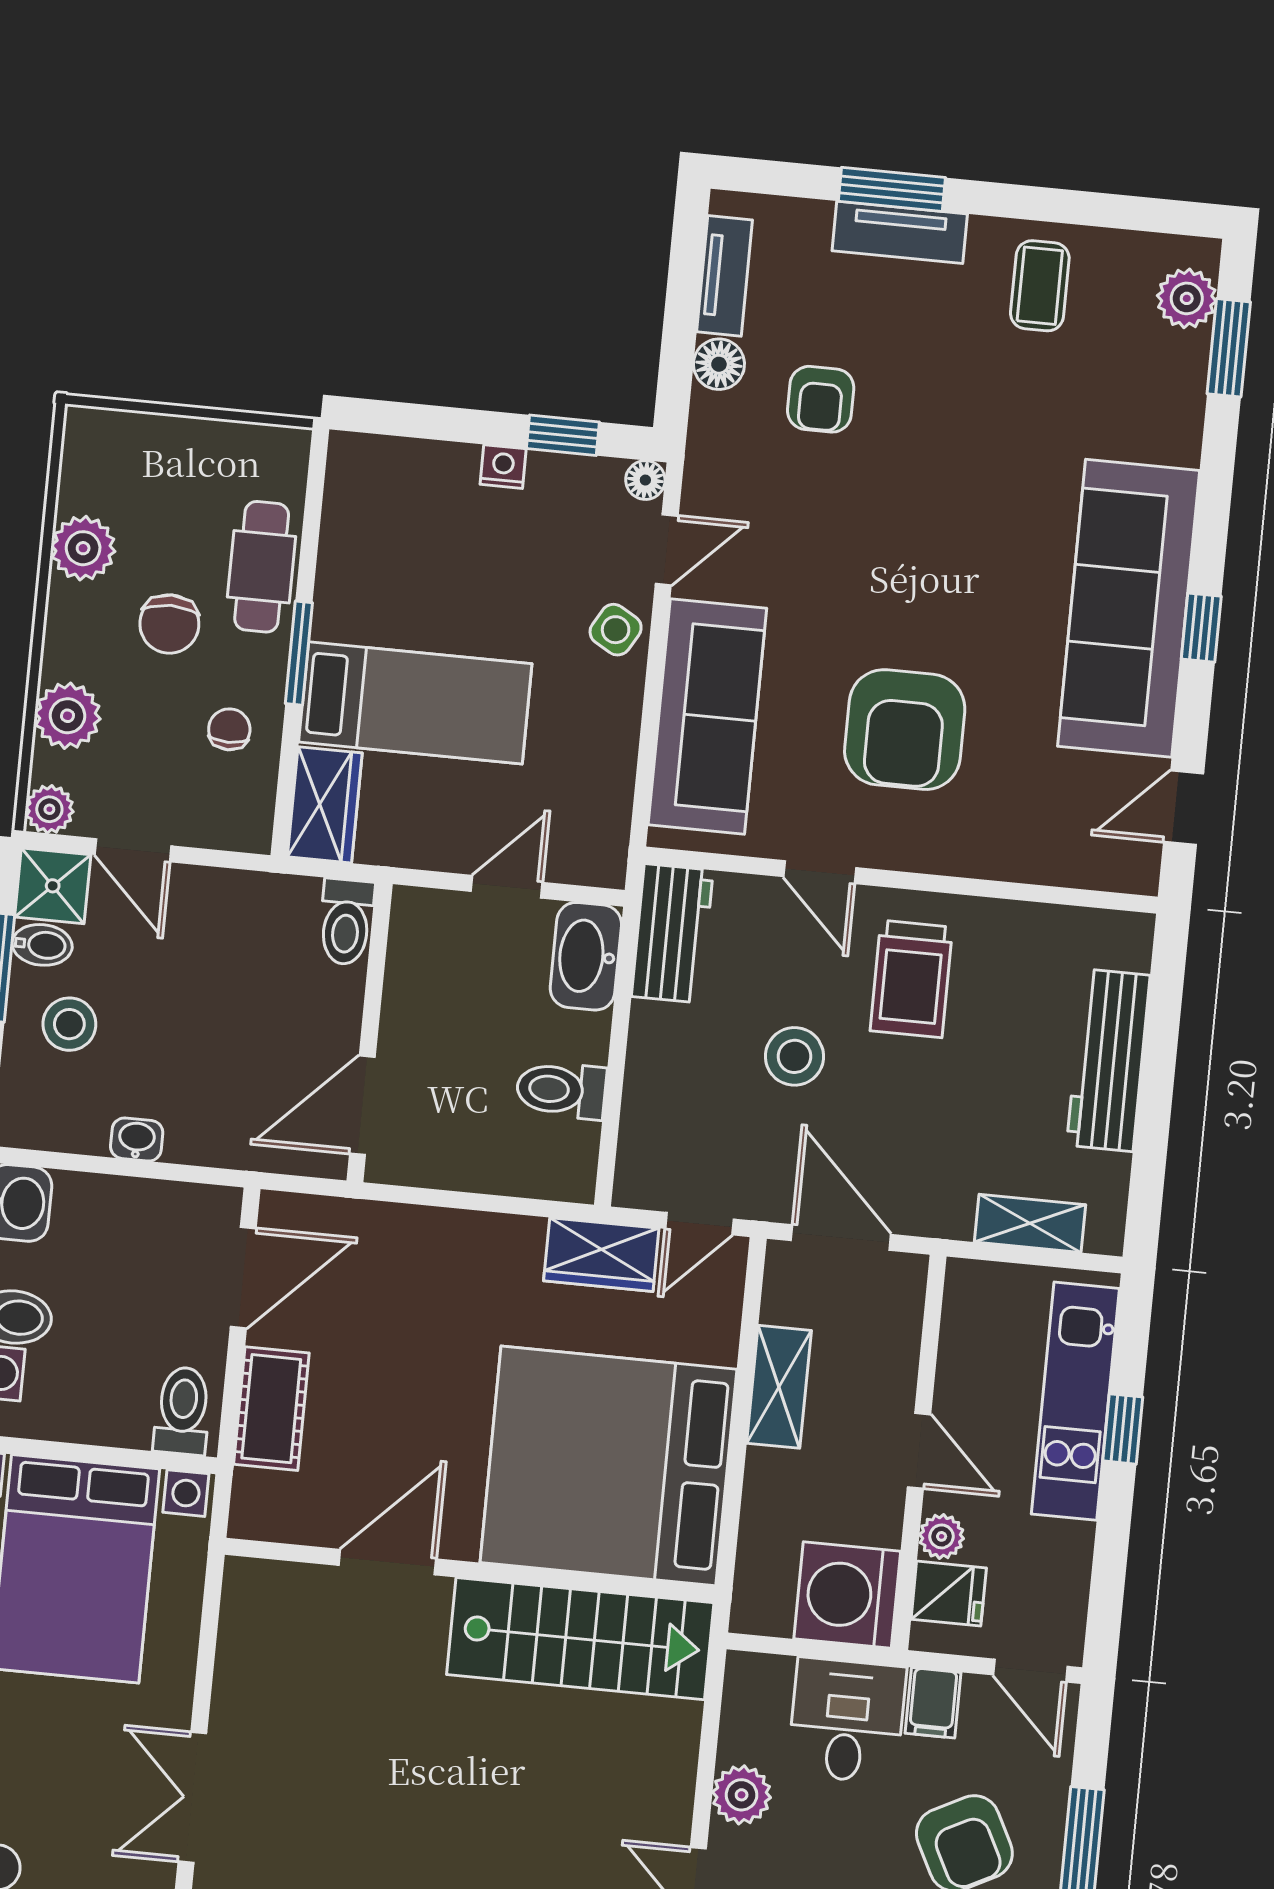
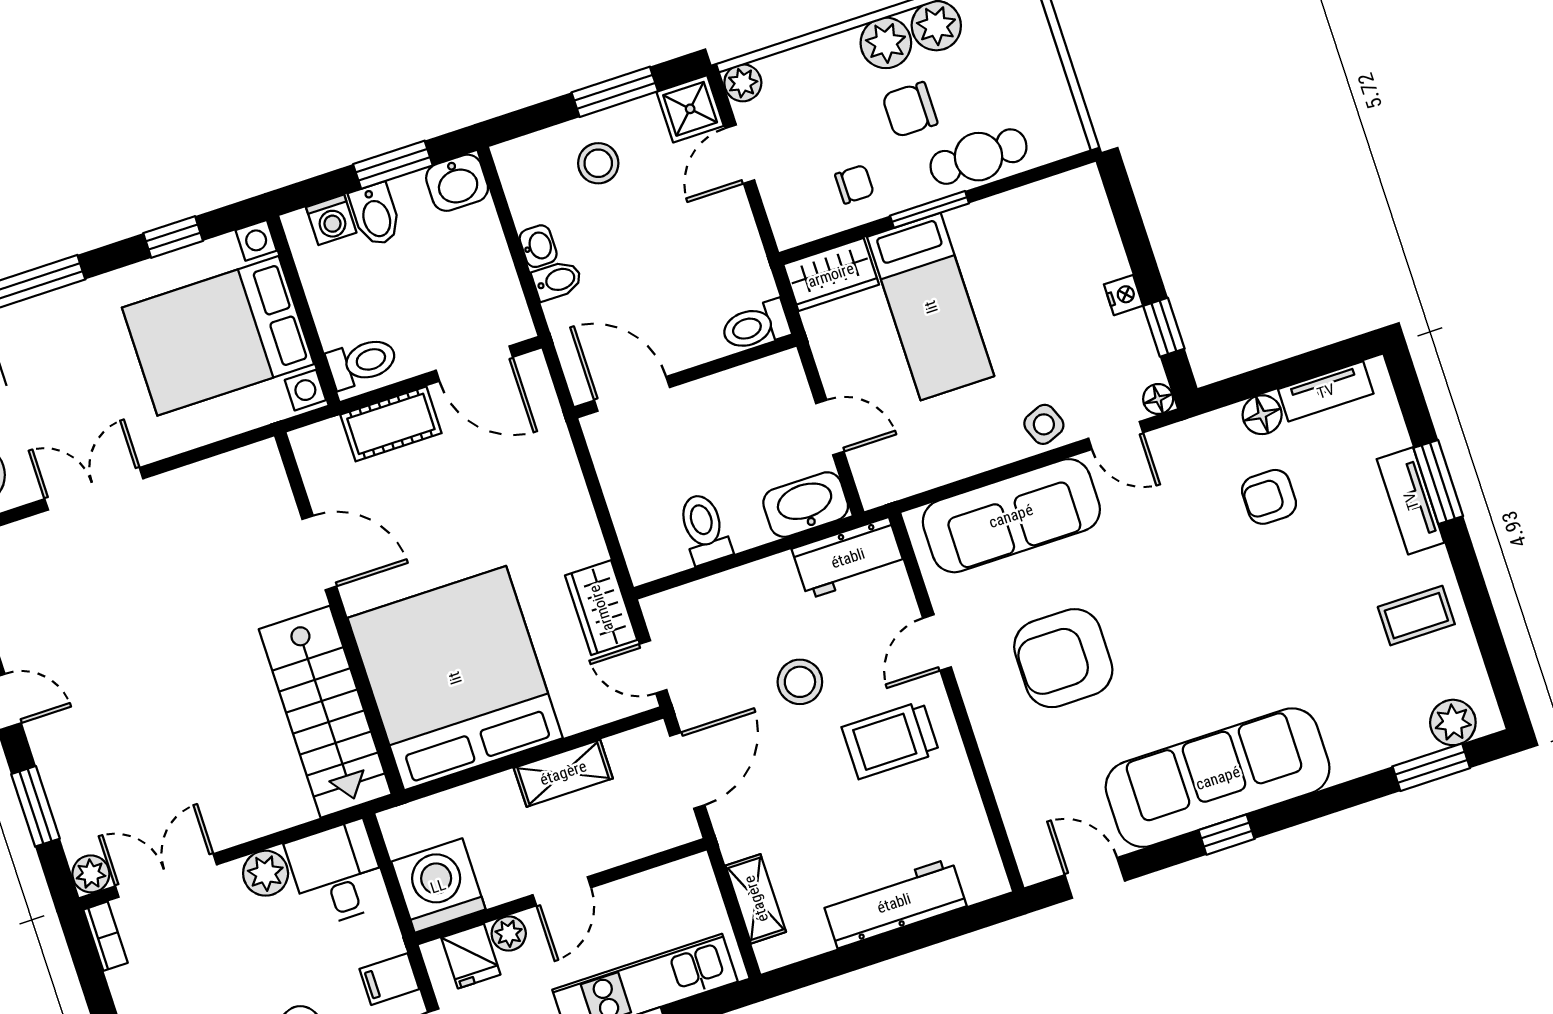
side table: (616, 630) -> (1044, 424), turned 38
plant: (67, 716) -> (886, 43), moved
bidet: (42, 945) -> (557, 280), moved, turned -90
desk: (847, 1720) -> (337, 874), moved, turned -90

